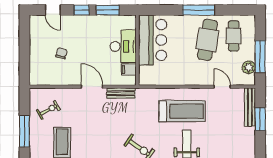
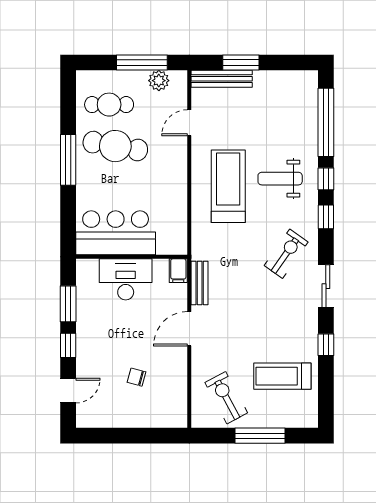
filing cabinet: (129, 70) -> (178, 271), moved
exercise bike: (48, 110) -> (226, 398), width x1.38, depth x1.39

